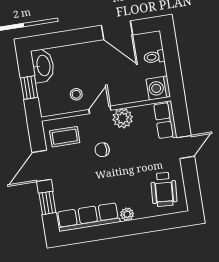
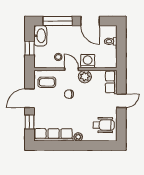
window: (66, 38) -> (58, 21), added
washing machine: (158, 88) -> (88, 61), moved, turned 90
door: (100, 110) -> (71, 69), hinge flipped
wheelchair: (164, 189) -> (104, 125), turned -94

